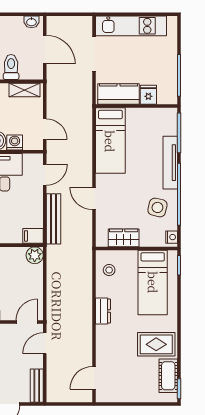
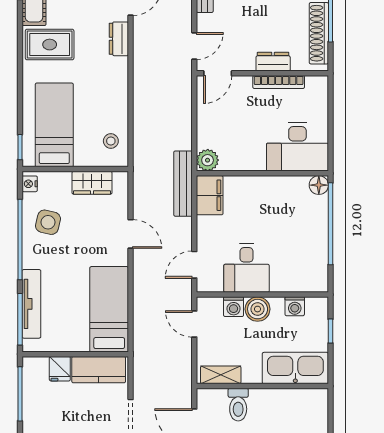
tv unit: (170, 163) -> (31, 304), moved
bench: (54, 219) -> (183, 184), moved
filing cabinet: (33, 236) -> (210, 195), width x2.00
dresser: (103, 311) -> (119, 39), moved

